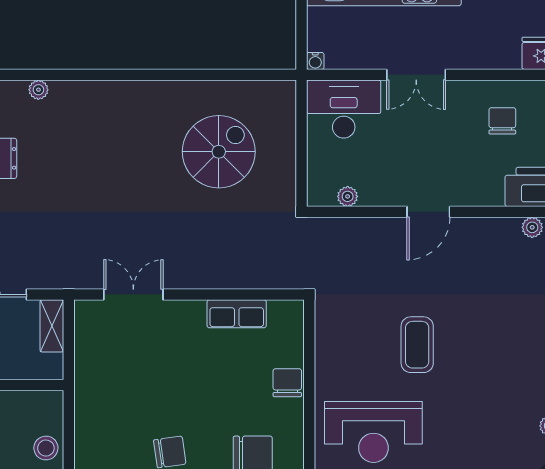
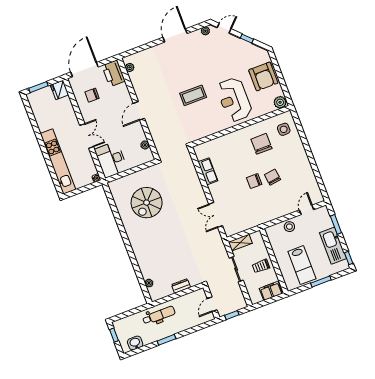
spiral stairs: (219, 152) -> (147, 203), turned -90
door: (428, 212) -> (139, 111), swing flipped
chair: (287, 383) -> (254, 181), moved
reception desk: (373, 432) -> (234, 100), turned 180

